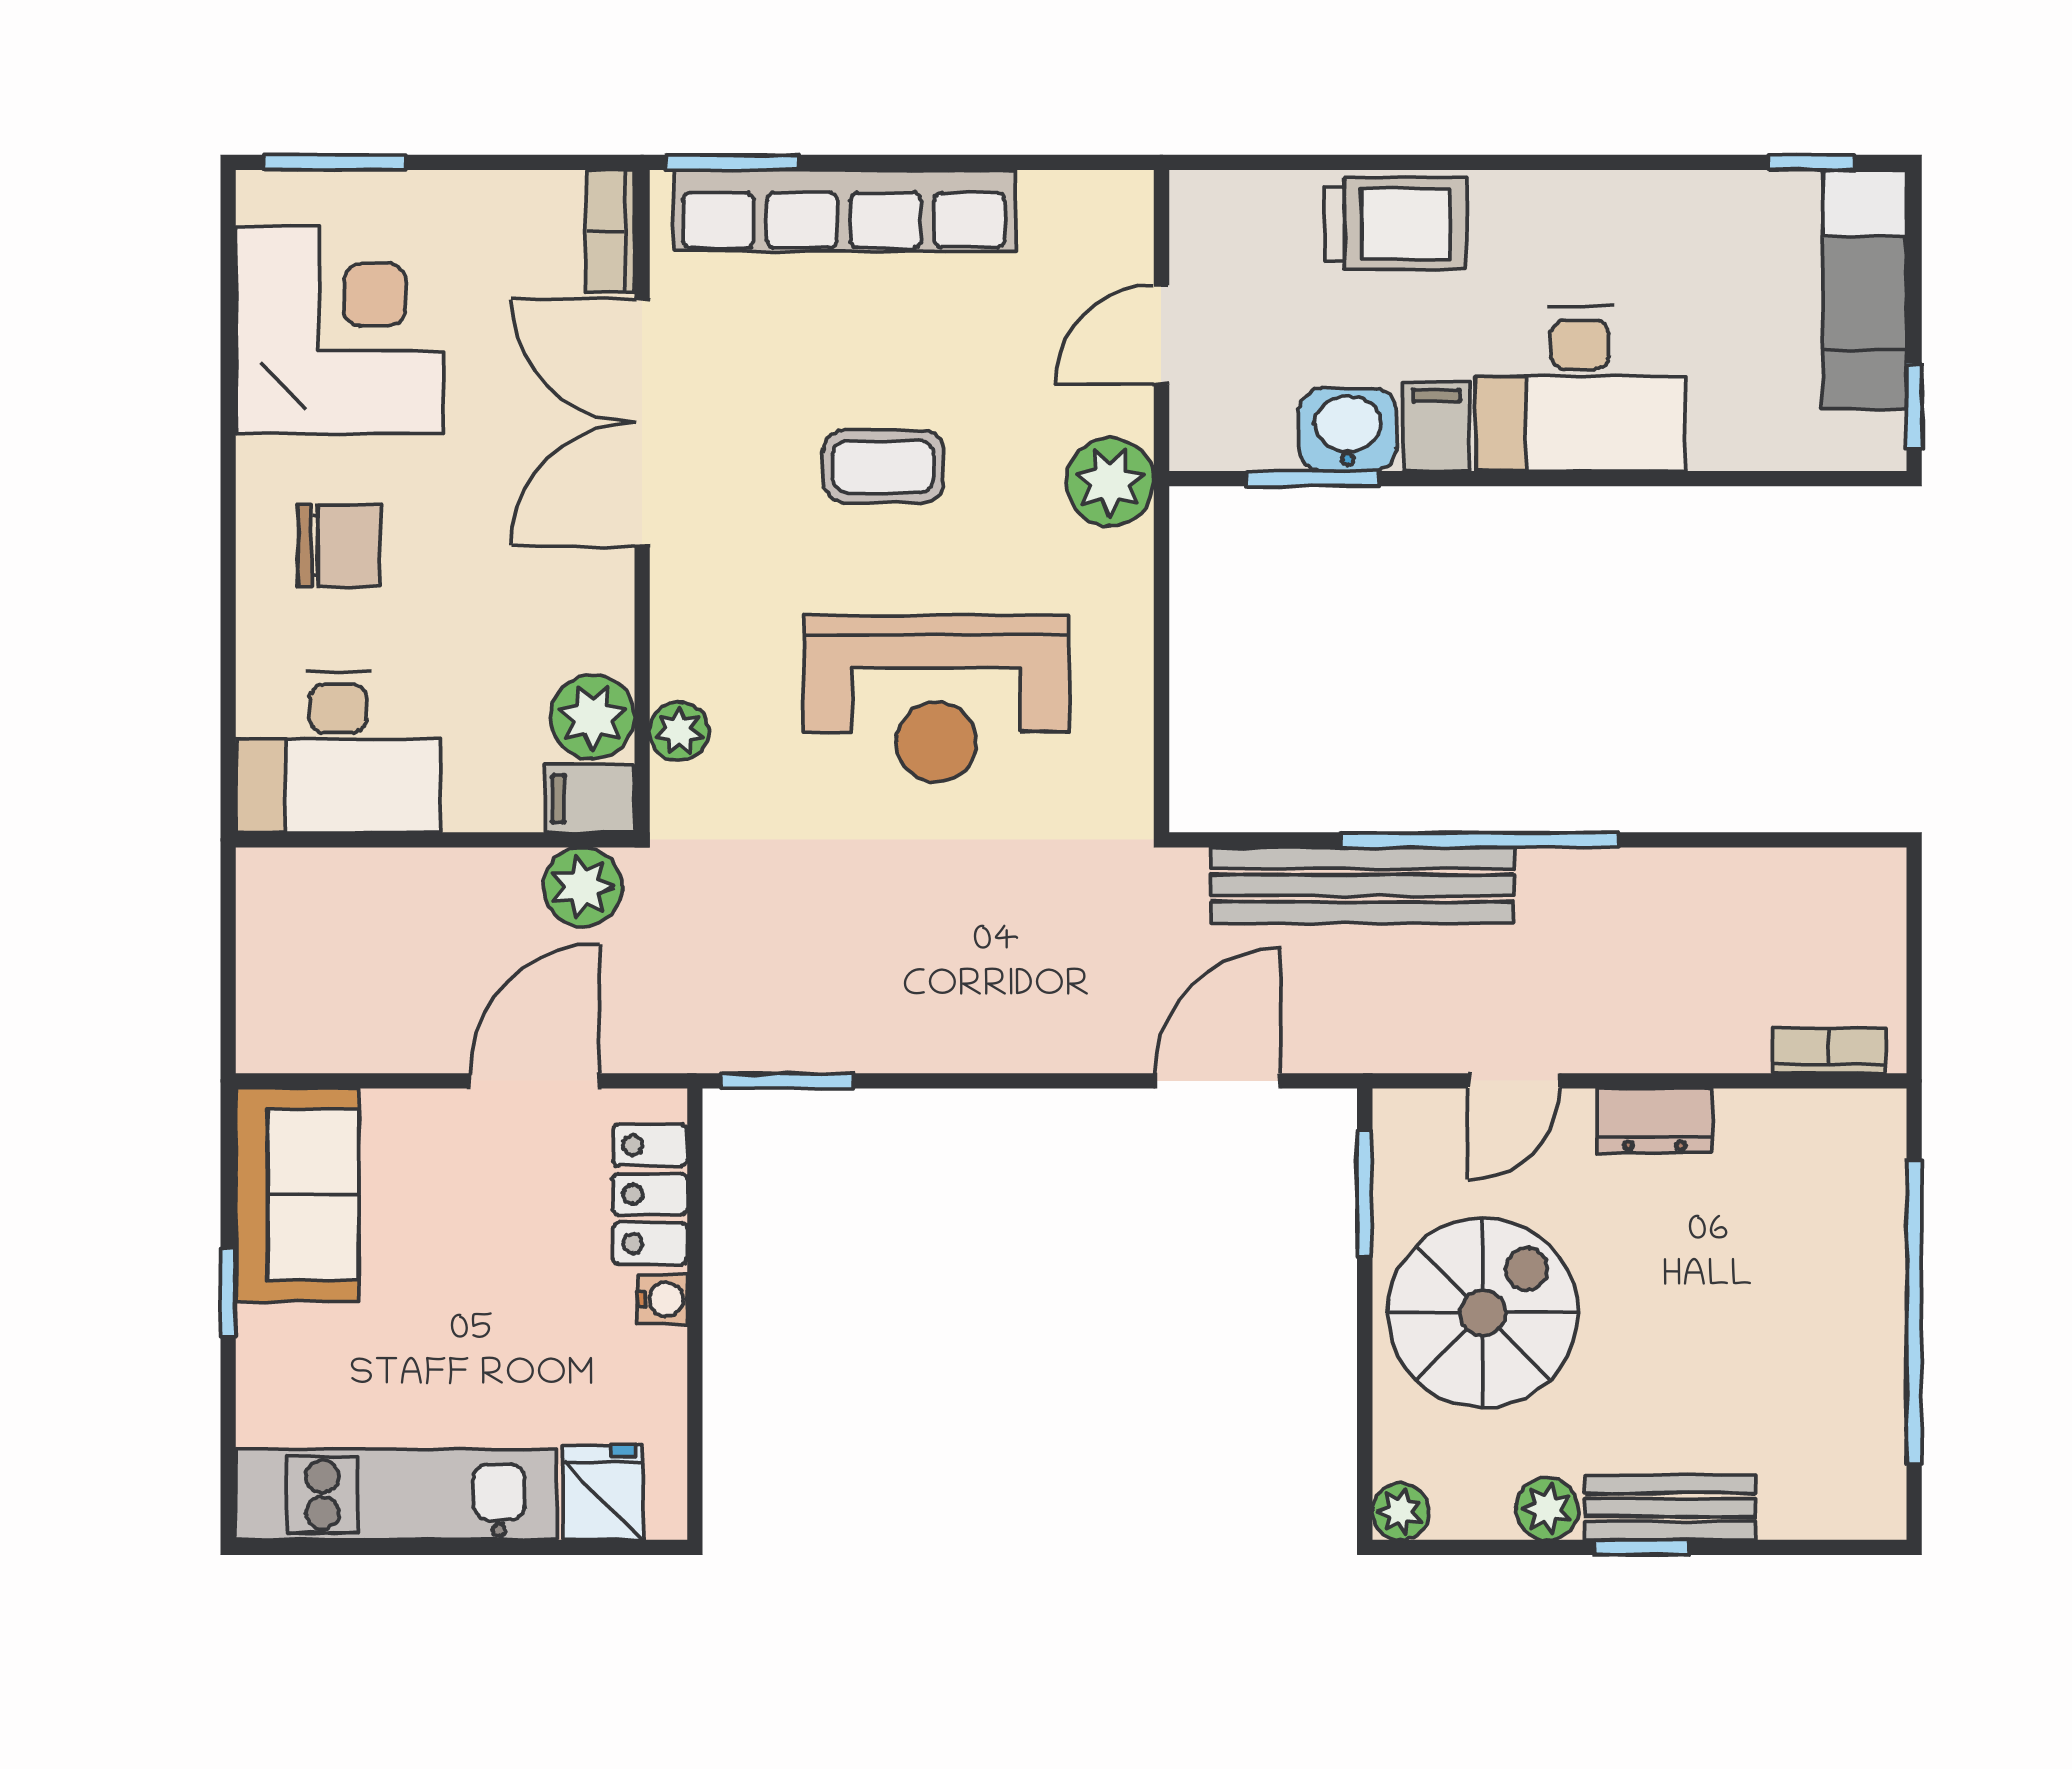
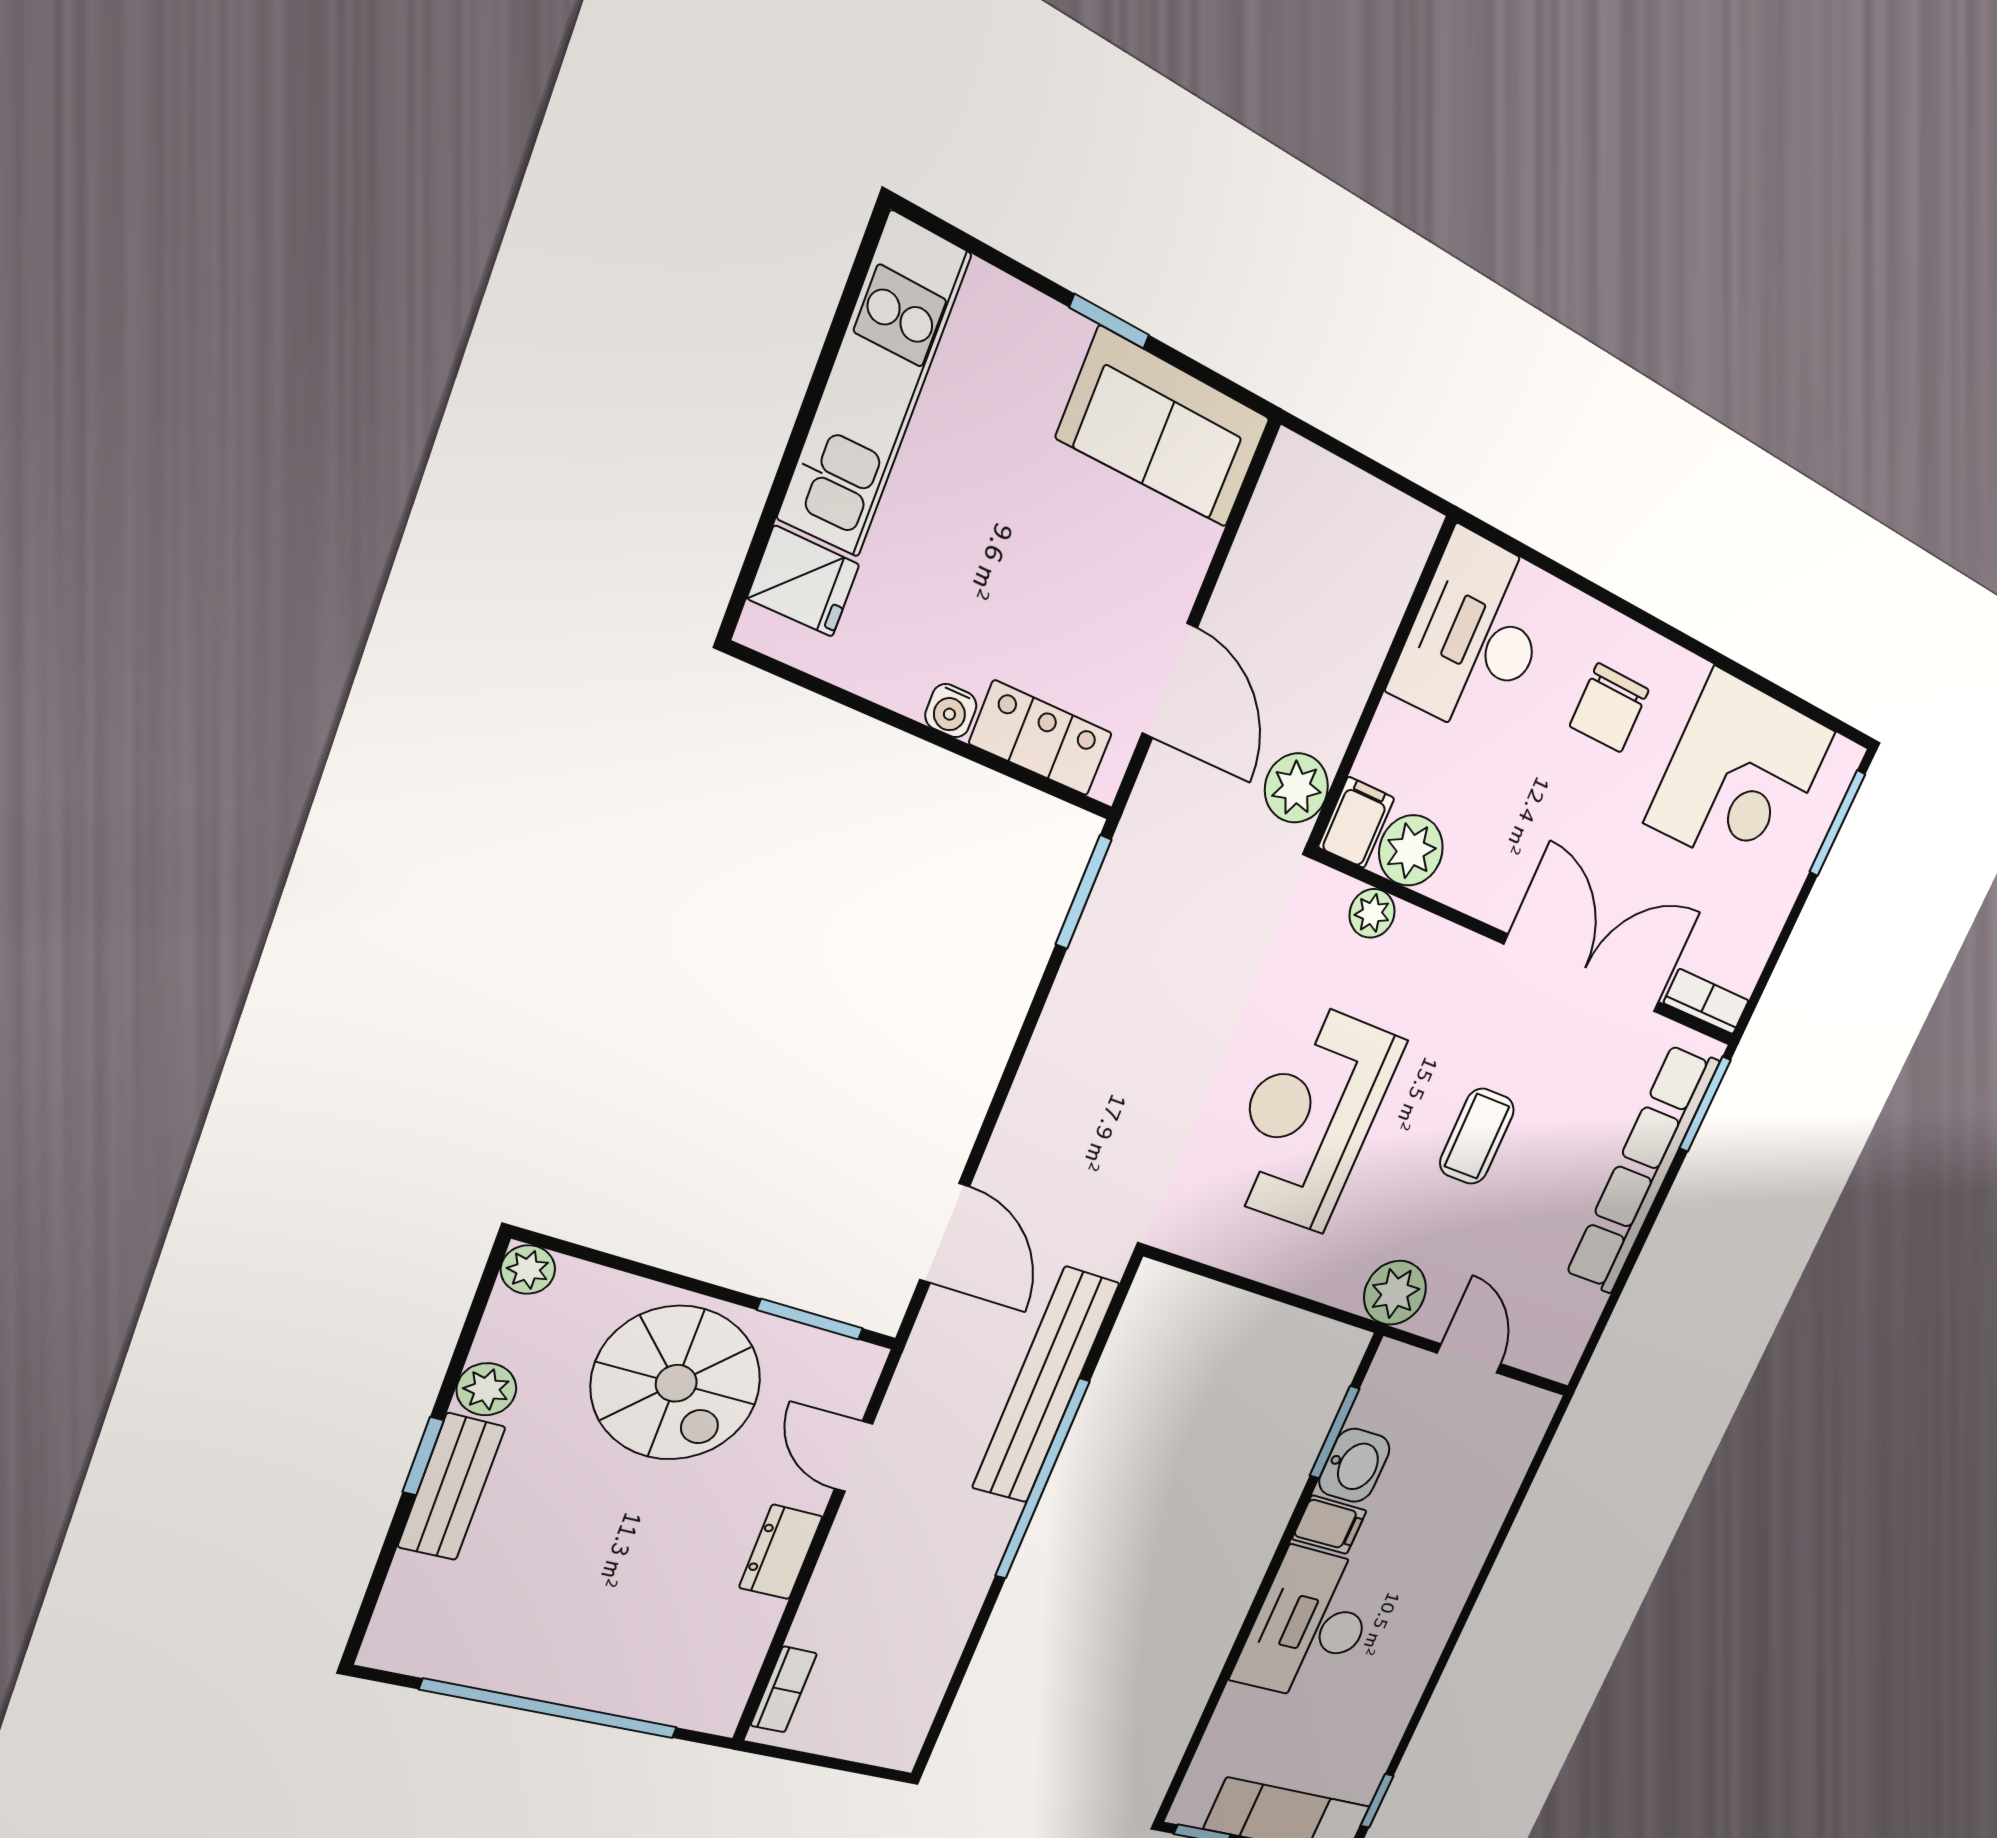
trolley: (1396, 223) -> (1463, 1533), removed

